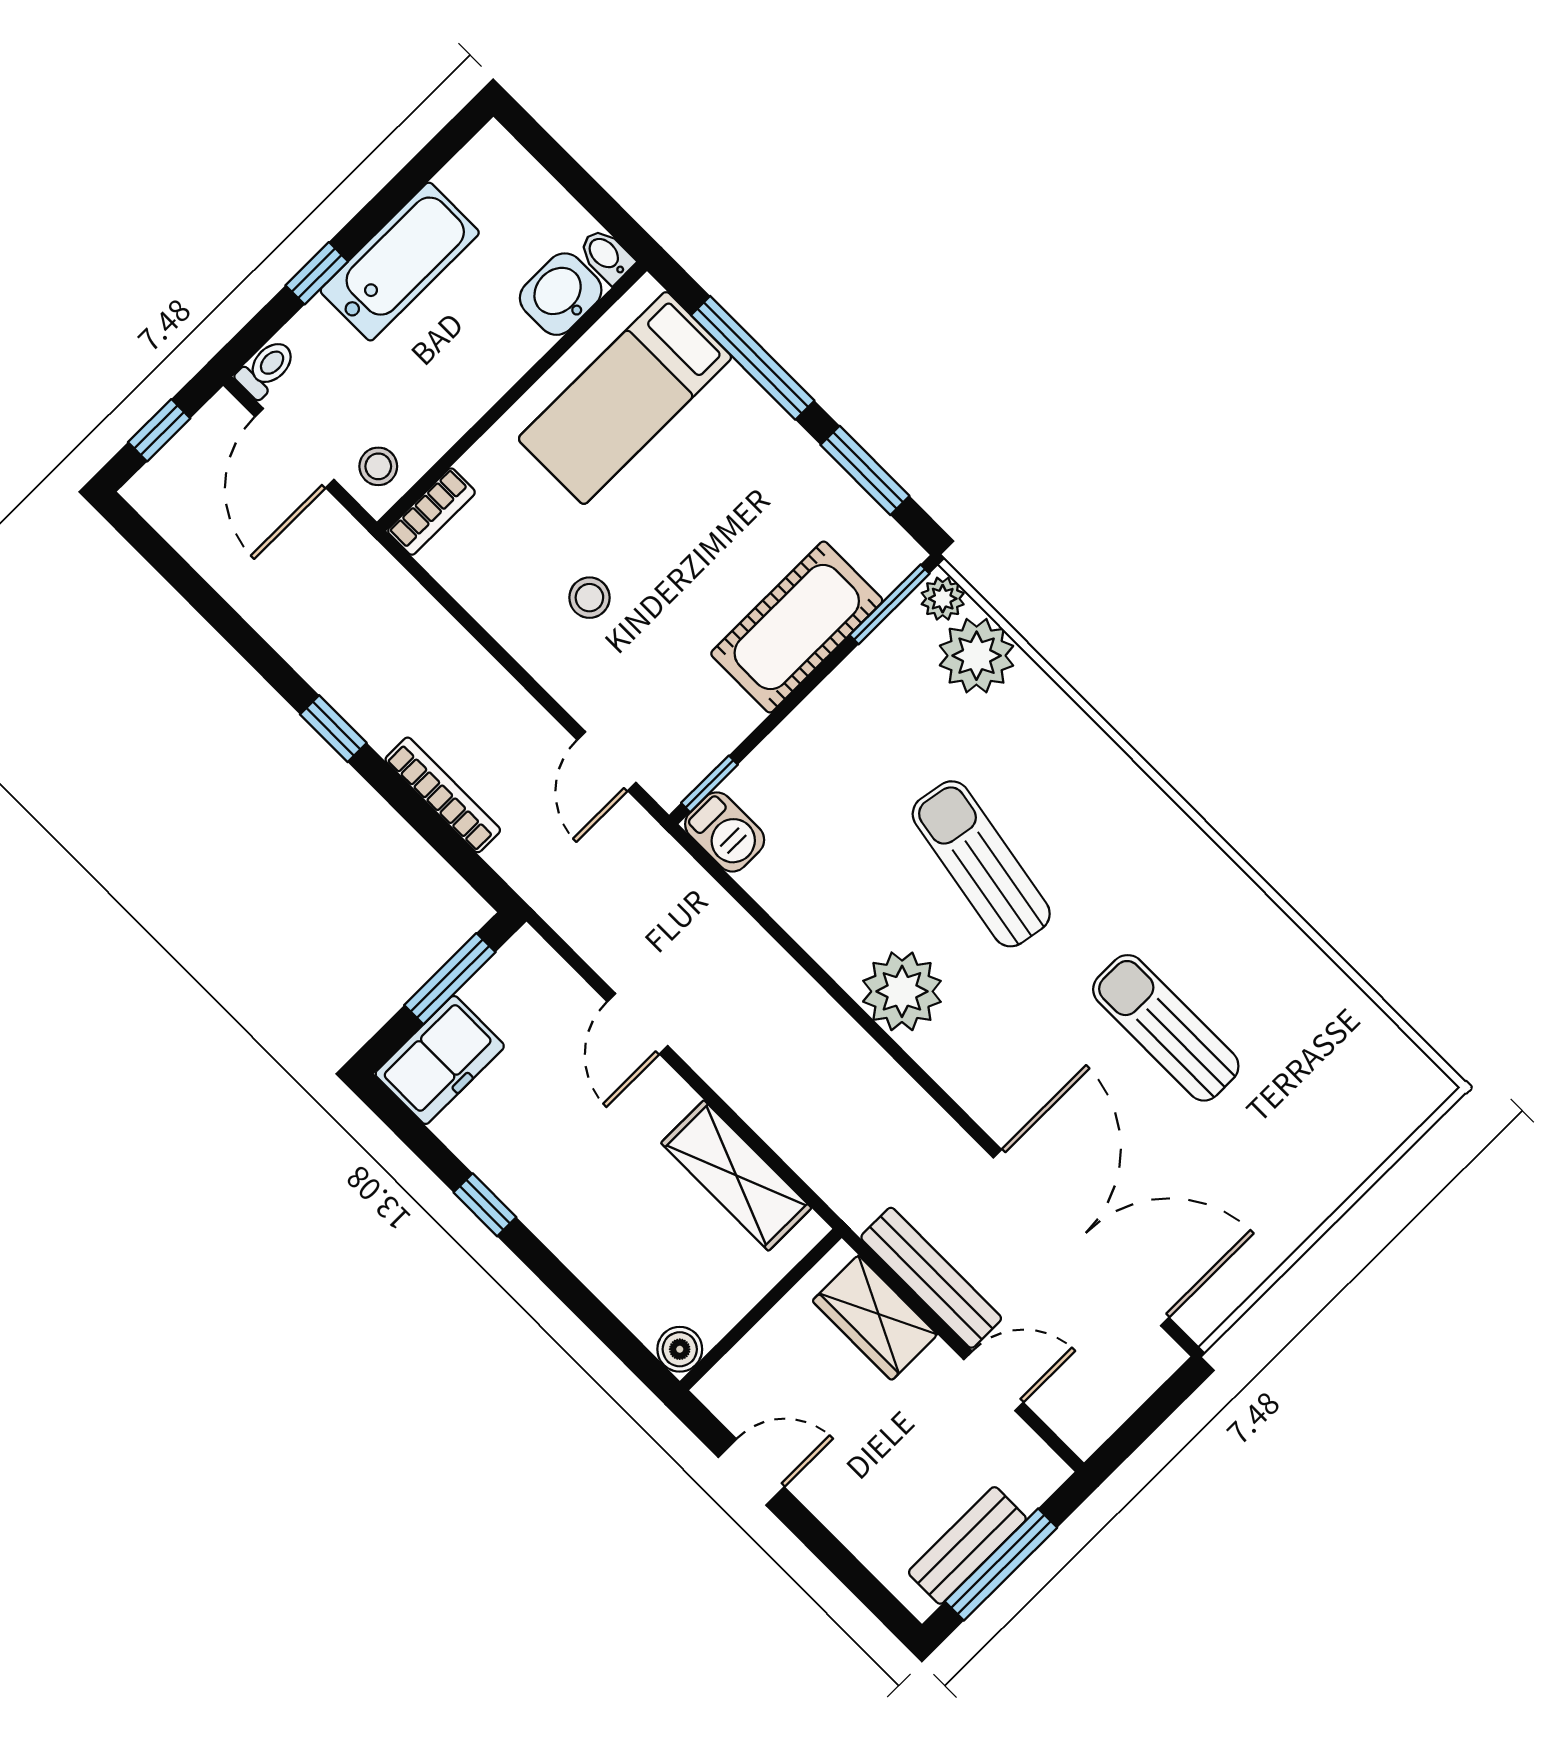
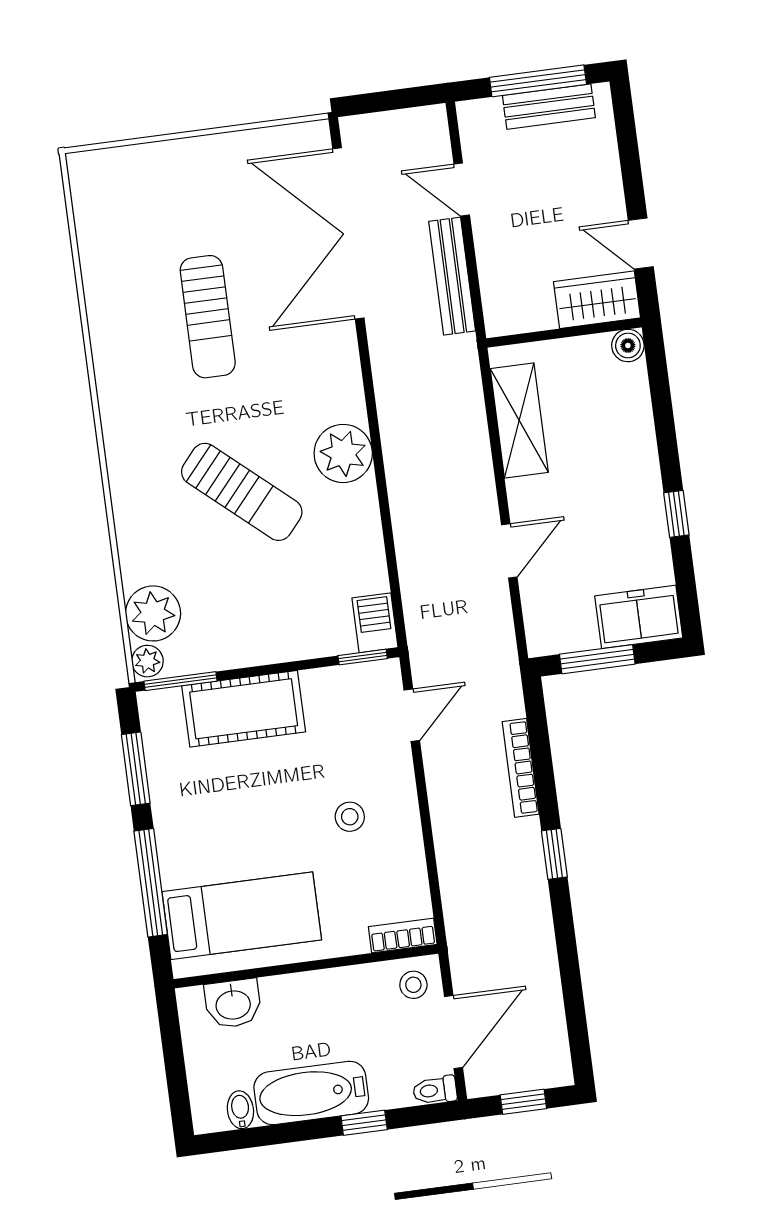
bidet: (606, 256) -> (240, 1110), moved, turned 180
sun lounger: (981, 864) -> (242, 492), turned -59
wardrobe: (875, 1318) -> (597, 300), moved, turned -90

